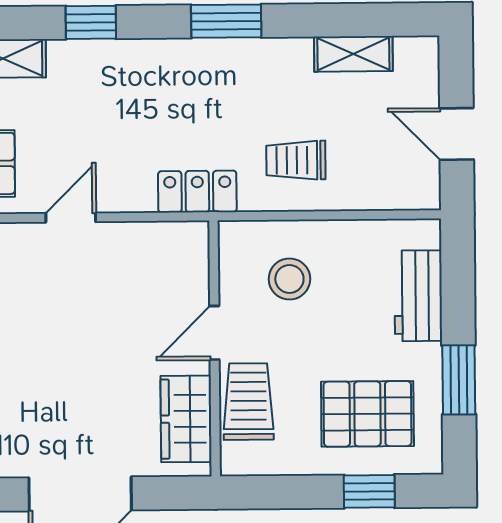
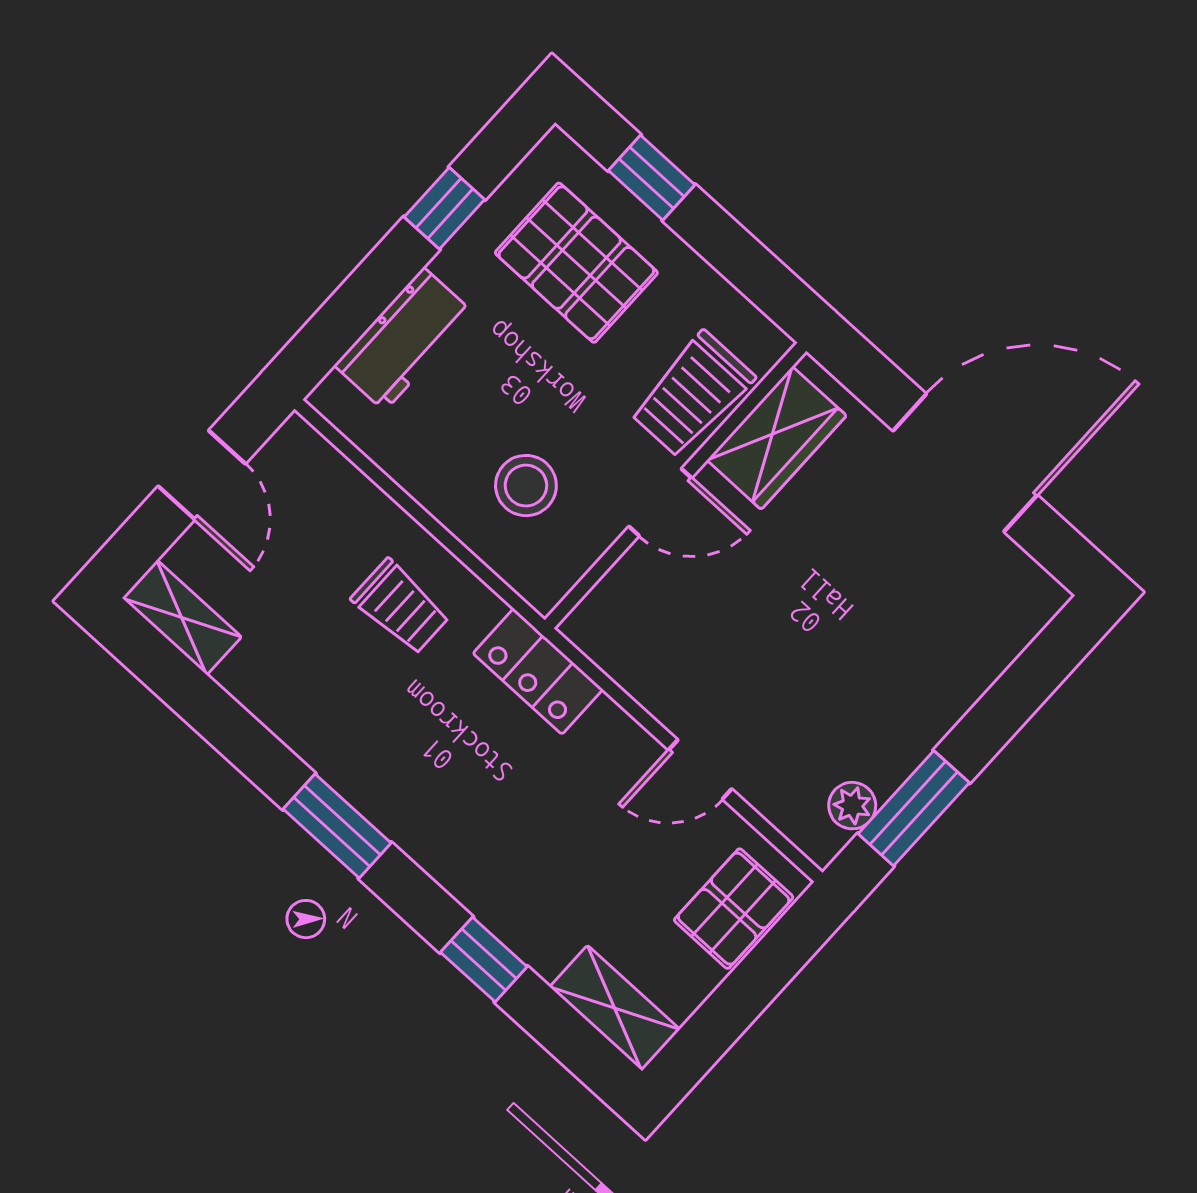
shelving: (353, 54) -> (182, 618), moved
window: (459, 380) -> (444, 208), width x0.67

